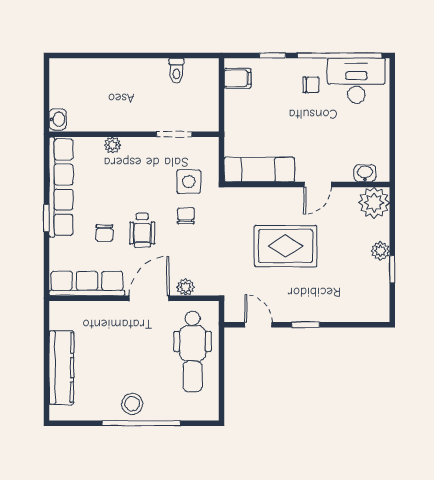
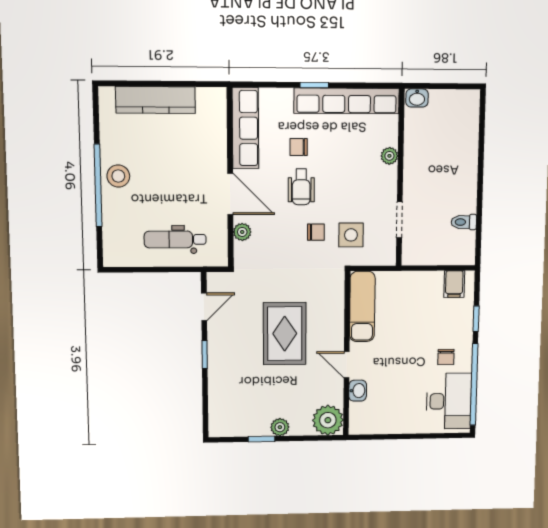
washbasin: (365, 173) -> (358, 391), moved
wheelchair: (142, 230) -> (301, 187), turned -90
dental chair: (193, 351) -> (175, 239), width x0.73, depth x0.72

